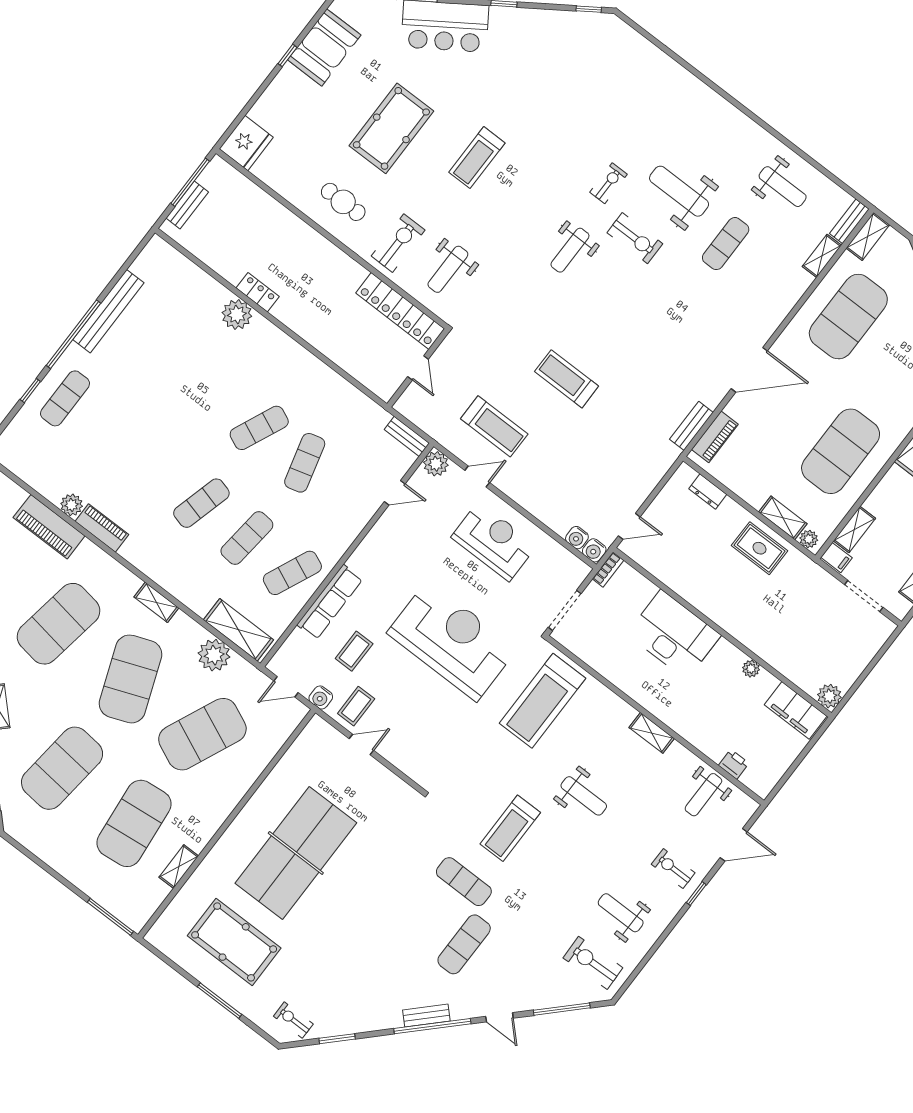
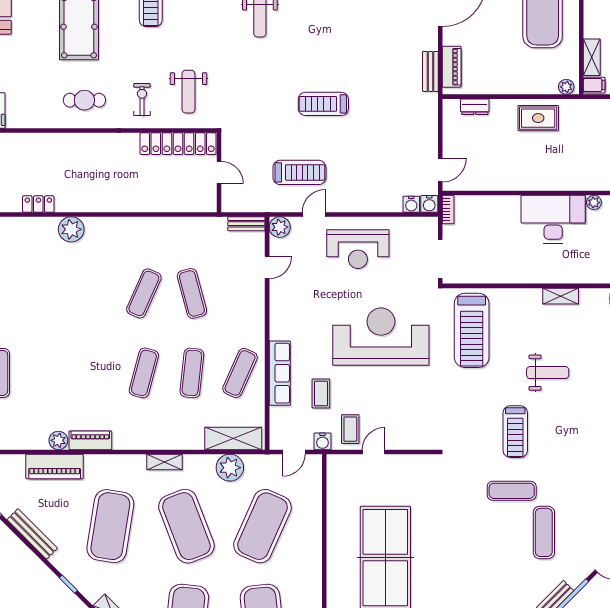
exercise bike: (398, 243) -> (142, 100), width x0.73, depth x0.72
locker: (258, 292) -> (38, 204), moved
shelving: (783, 518) -> (538, 86), removed
reception desk: (494, 541) -> (358, 249), turned 180
desk: (674, 635) -> (553, 219), moved

